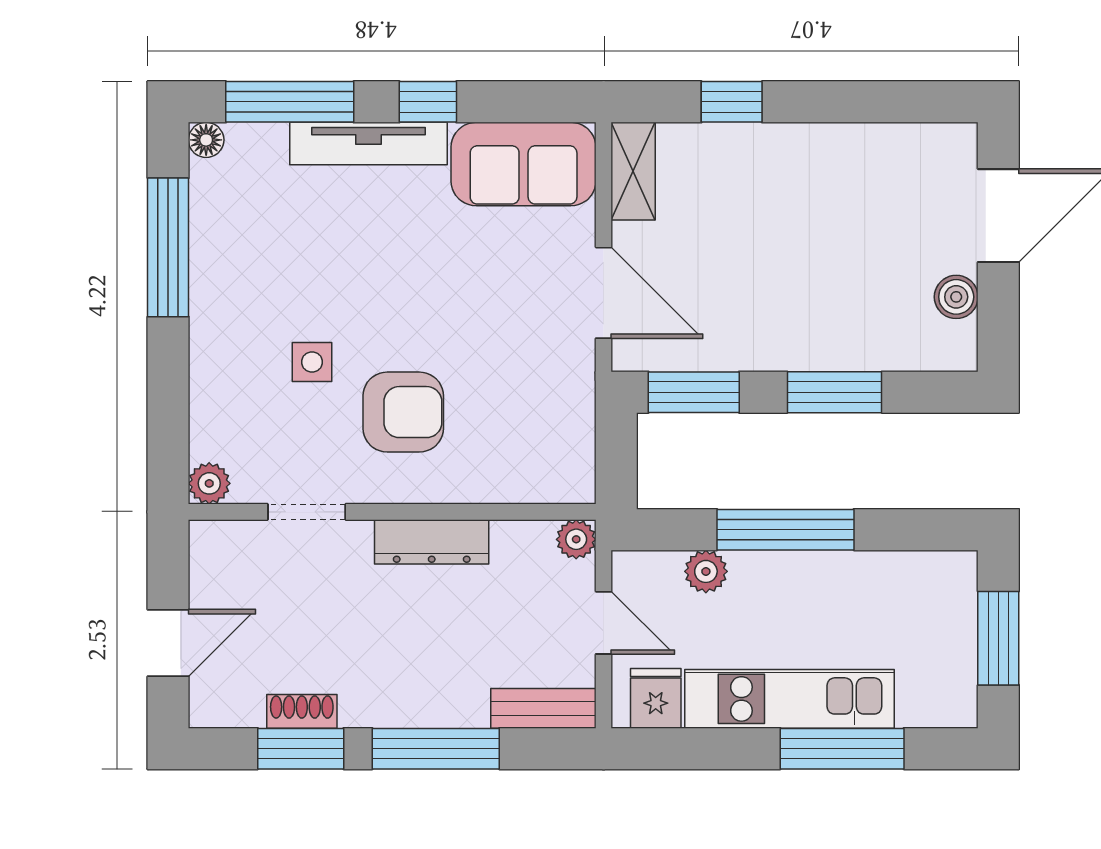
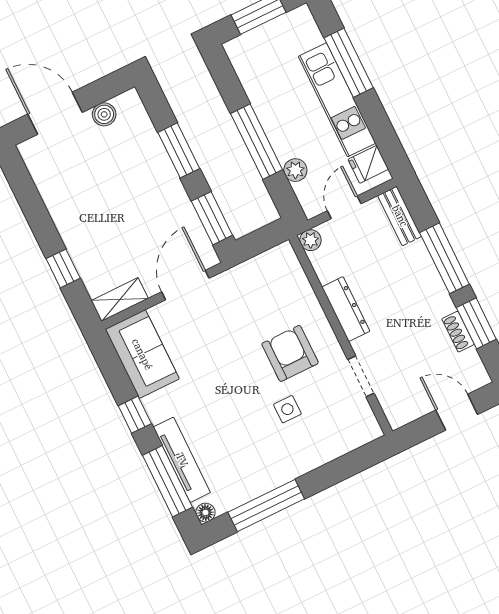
tv unit: (368, 144) -> (182, 460), moved
plant: (209, 483) -> (370, 430), removed

